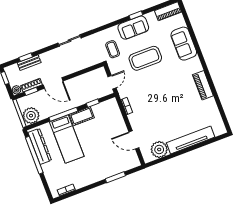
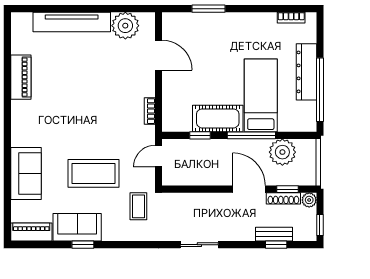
sofa: (133, 28) -> (77, 227), moved
piano: (203, 85) -> (21, 77), moved
plant: (31, 116) -> (282, 152), moved
cot: (82, 116) -> (218, 118), width x1.37, depth x1.34
dresser: (40, 146) -> (306, 72), moved

